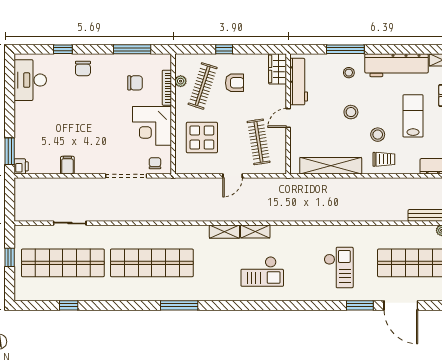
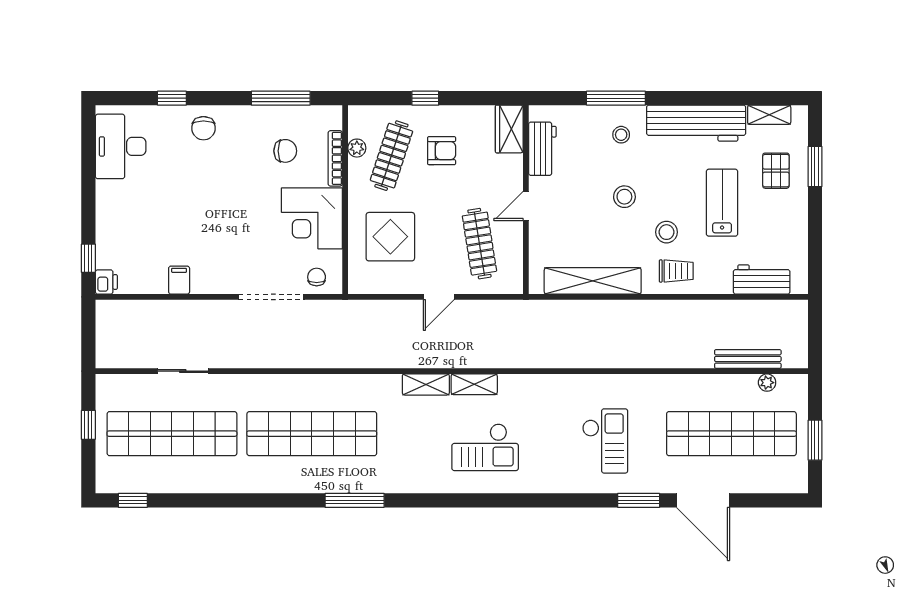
workbench: (299, 82) -> (542, 149), width x0.73
window: (10, 151) -> (88, 258), width x0.67
window: (69, 305) -> (133, 500), moved

